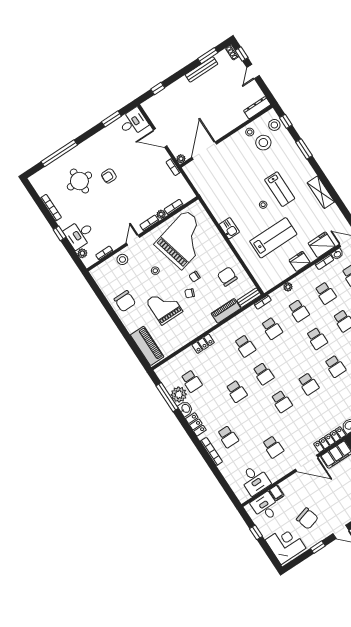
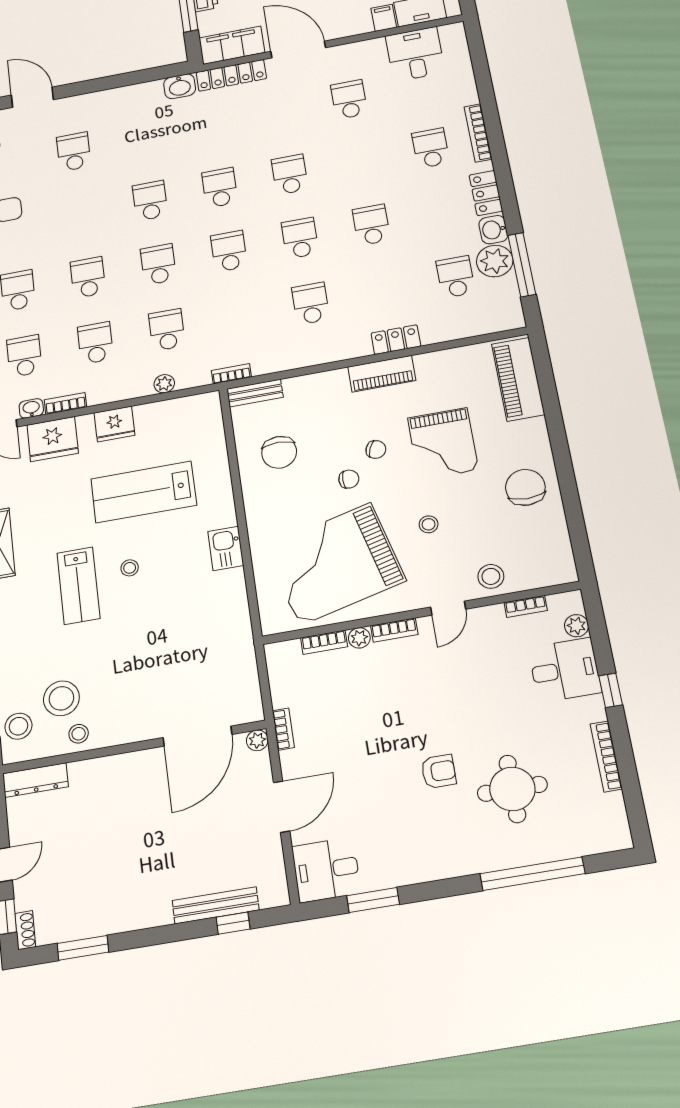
bench: (201, 69) -> (216, 905), moved
door: (160, 138) -> (282, 807), hinge flipped
lab bench: (280, 189) -> (78, 586), turned 180
piano: (226, 311) -> (382, 374), moved
school desk: (272, 328) -> (229, 251), moved

